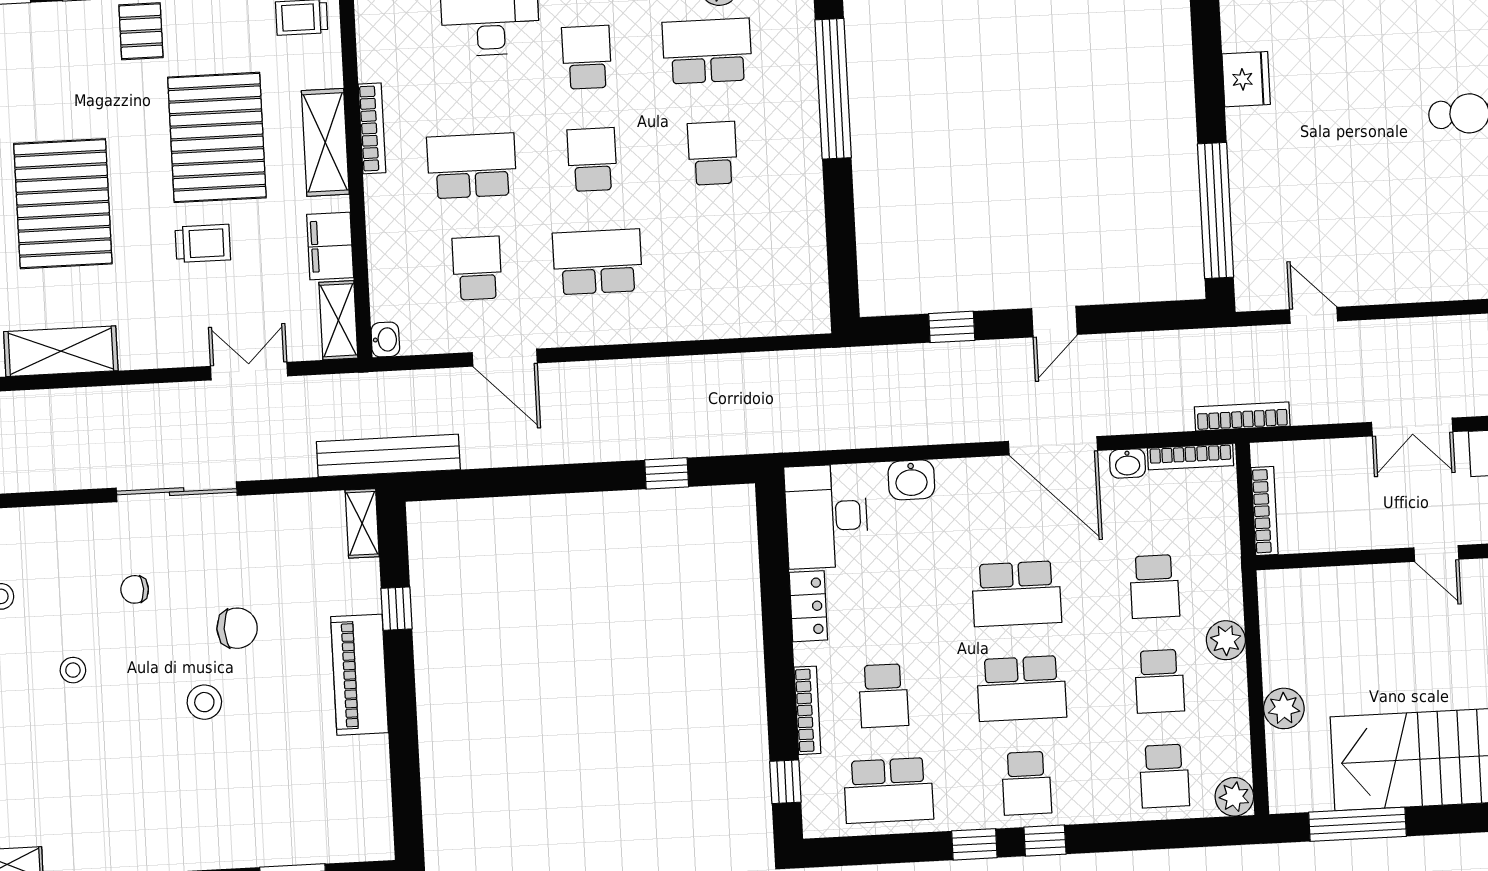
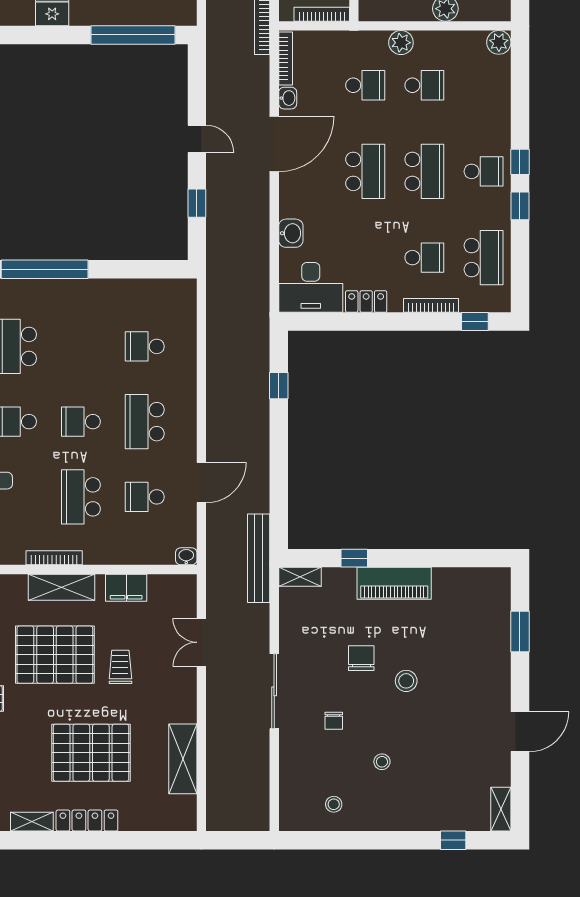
school desk: (712, 153) -> (145, 346), moved
shelving: (338, 320) -> (173, 585), removed
school desk: (1164, 776) -> (484, 85), removed

